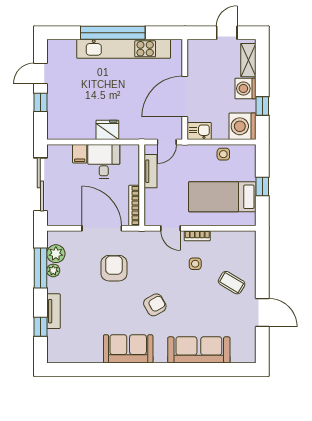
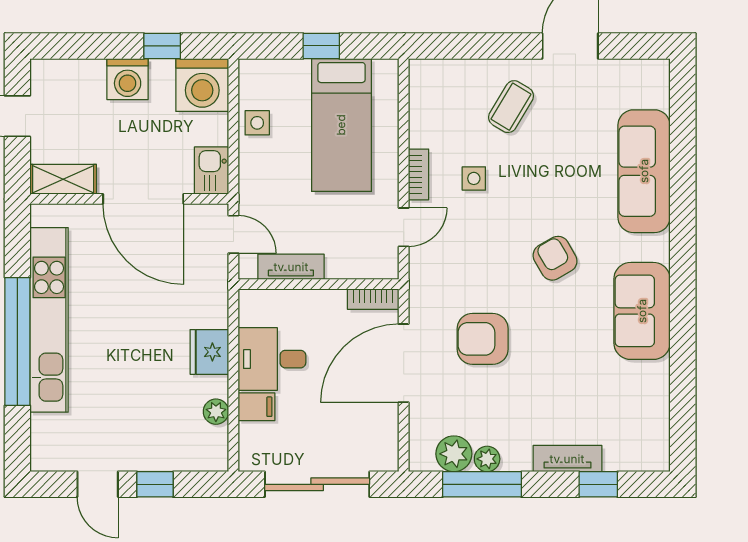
shelving: (248, 60) -> (63, 179), moved
plant: (77, 133) -> (216, 412), added
bookcase: (134, 205) -> (373, 299), width x0.64

